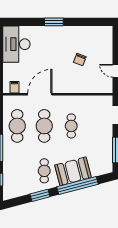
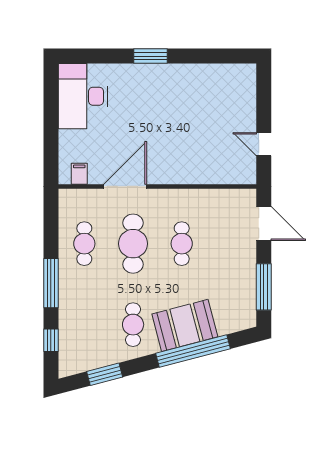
chair: (80, 59) -> (197, 124), removed
cafe table: (17, 126) -> (84, 244), width x0.73, depth x0.74
window: (40, 195) -> (105, 374), moved

